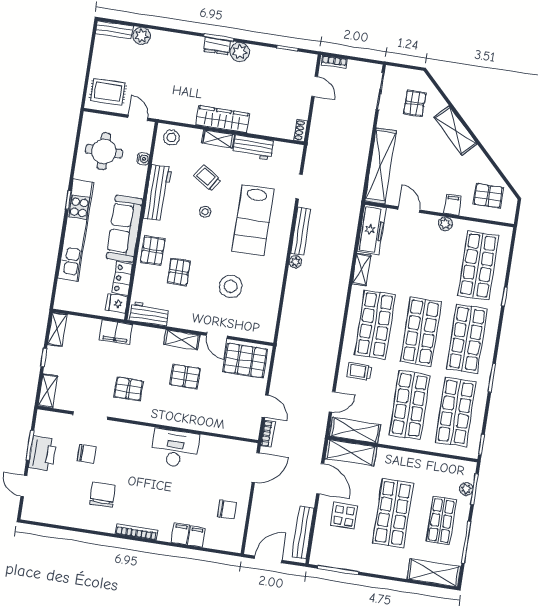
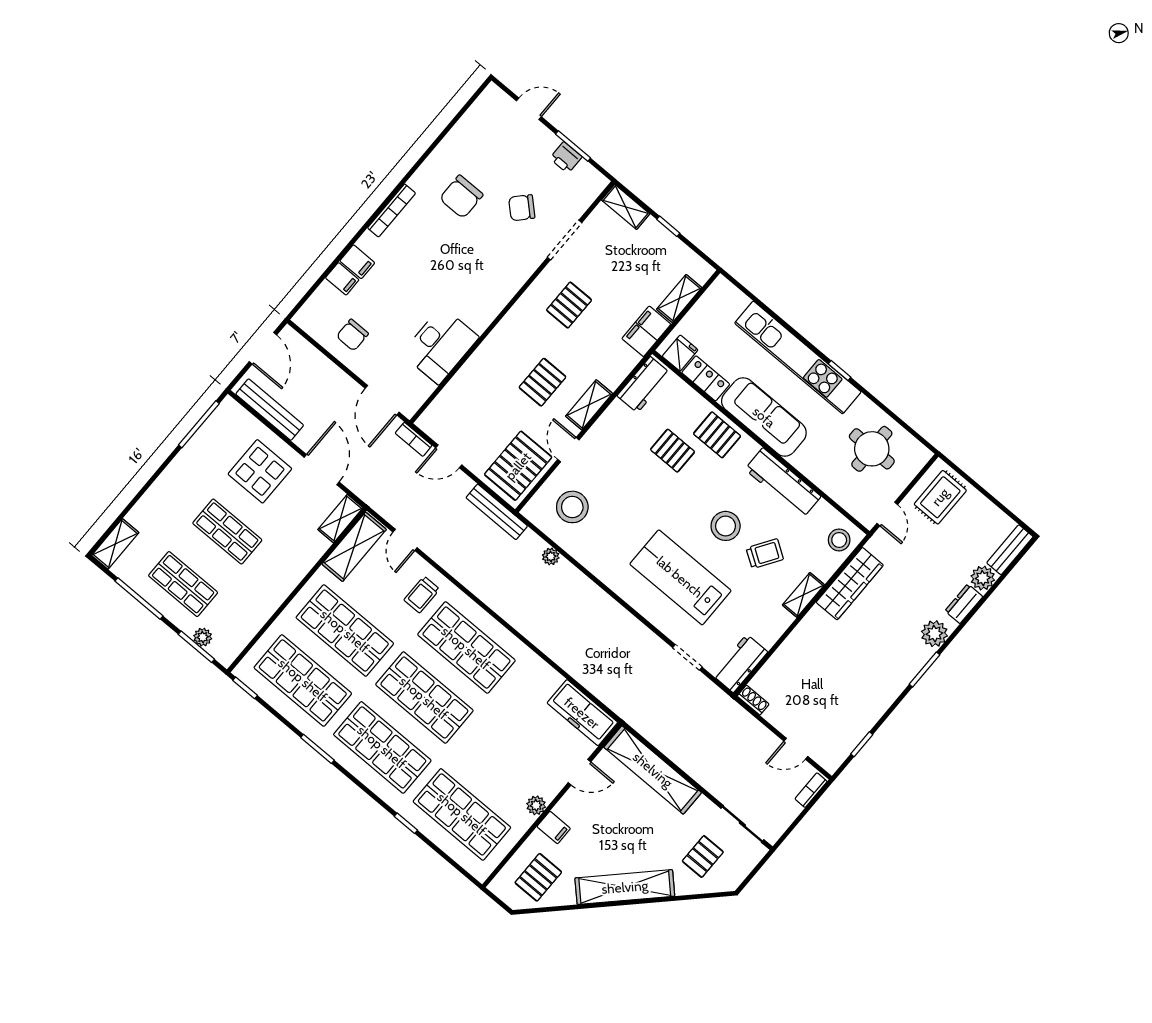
dresser: (217, 46) -> (964, 604), moved
plant: (240, 52) -> (934, 634), moved
pallet: (415, 103) -> (703, 857), turned 90
door: (138, 118) -> (887, 514), hinge flipped
wardrobe: (223, 119) -> (850, 584), moved
shelving: (456, 130) -> (625, 887), width x1.47
workbench: (253, 147) -> (740, 663), moved
water cooler: (143, 159) -> (834, 491), removed
stool: (205, 212) -> (726, 526), width x1.89, depth x1.89
bench: (300, 231) -> (497, 512), moved
plant: (295, 262) -> (551, 556), moved
shelving: (361, 269) -> (542, 671), removed
stool: (231, 286) -> (572, 507), moved
shelving: (57, 329) -> (679, 299), moved, turned 90
door: (217, 336) -> (568, 450), hinge flipped
trolley: (359, 371) -> (422, 595), turned 180
desk: (175, 448) -> (440, 345), moved
shelving: (351, 453) -> (340, 519), width x0.67, depth x0.75
printer: (42, 454) -> (566, 158), width x0.53, depth x0.68
chair: (87, 454) -> (522, 208), turned 43
door: (320, 479) -> (322, 470), swing flipped
chair: (102, 495) -> (461, 197), turned 90
shop shelf: (393, 513) -> (227, 532), width x0.70, depth x0.74
display table: (344, 516) -> (260, 471), width x1.36, depth x1.36
shelving: (434, 573) -> (115, 544), width x0.67, depth x0.75

